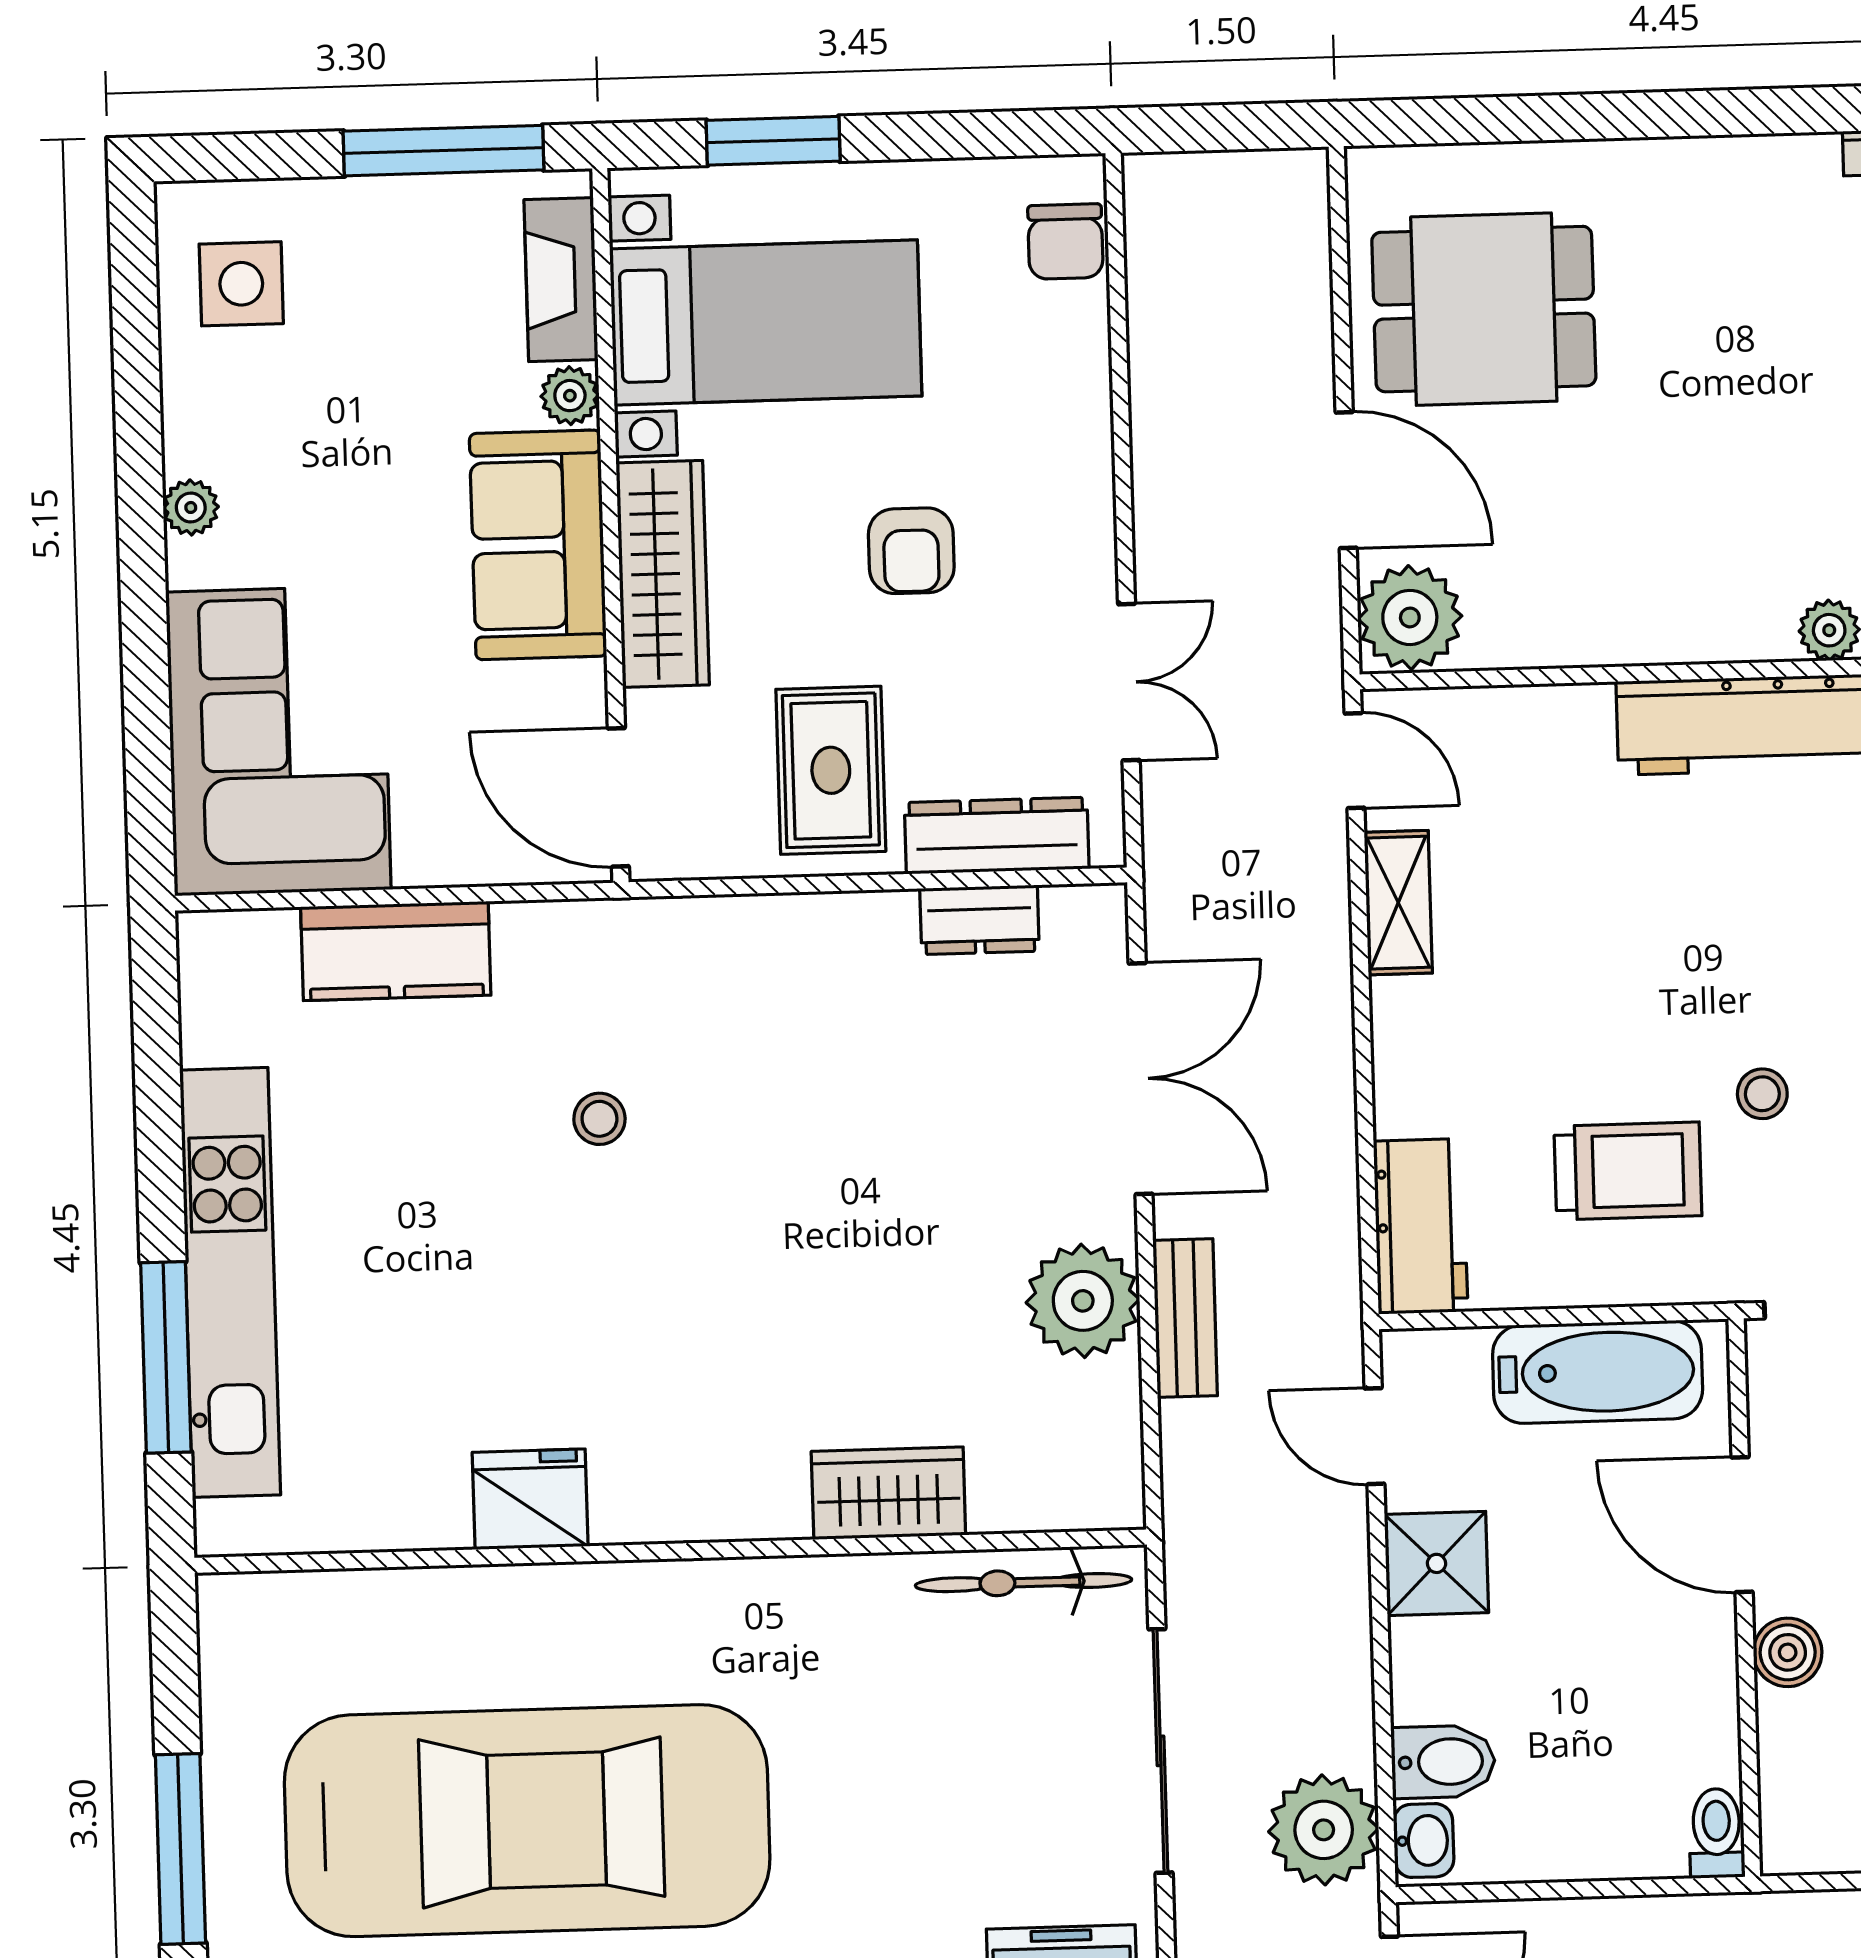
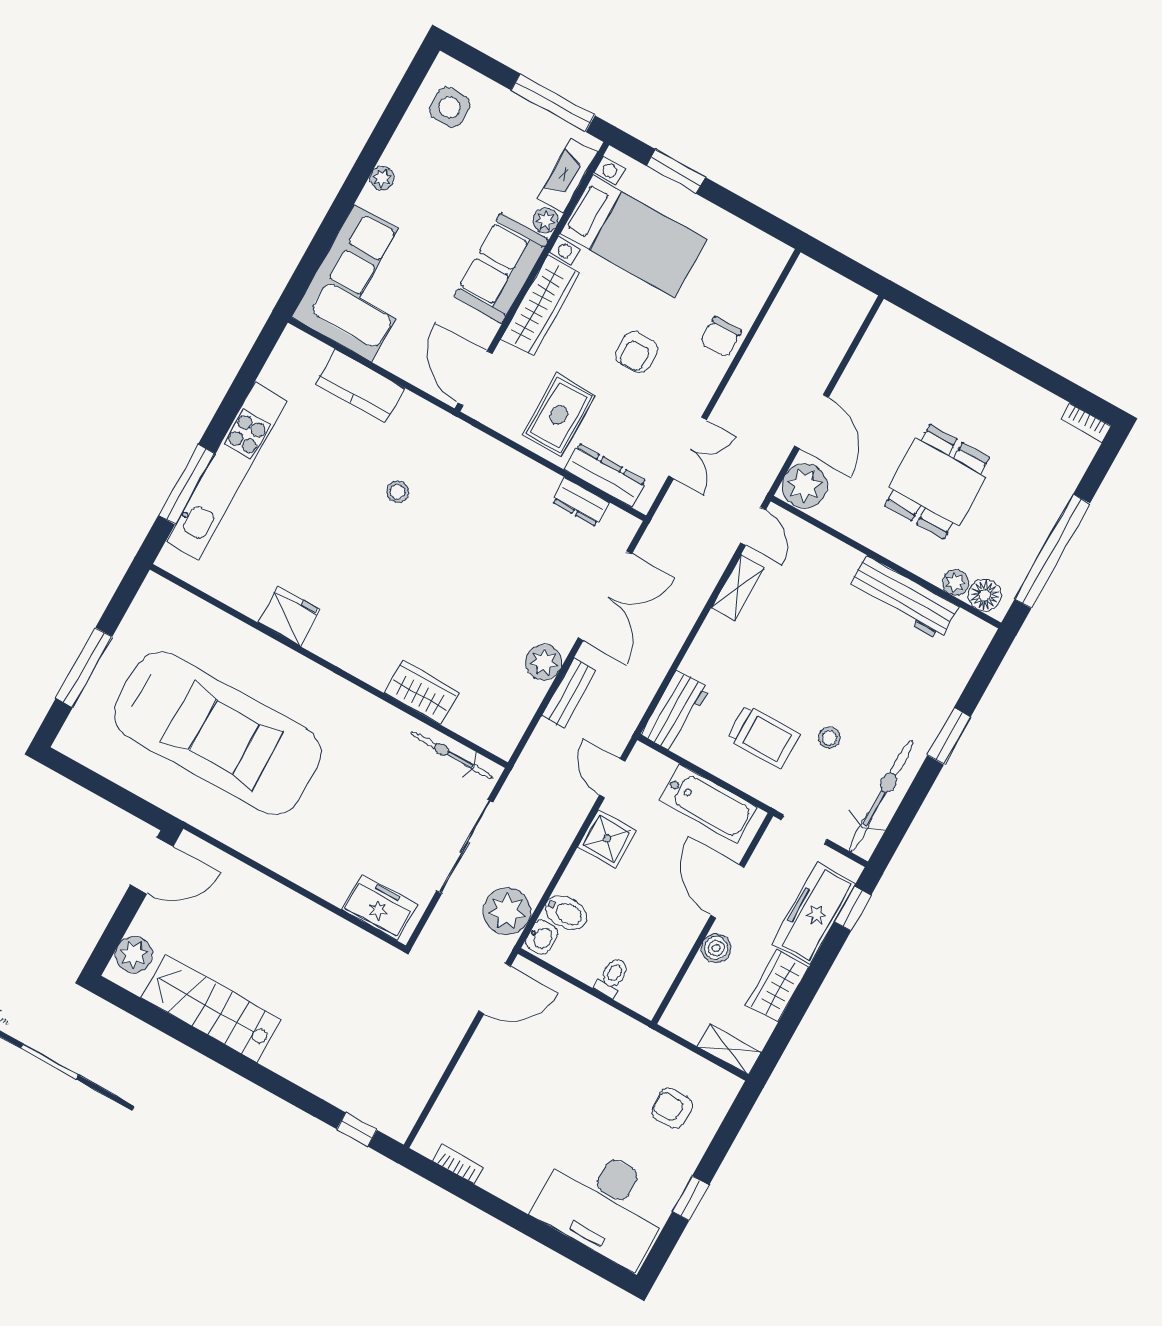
chair: (1065, 241) -> (721, 337), moved
dining table: (1484, 309) -> (937, 482), moved, turned 90
plant: (1083, 1301) -> (544, 662), width x0.73, depth x0.73
toilet: (1717, 1833) -> (612, 977), moved

